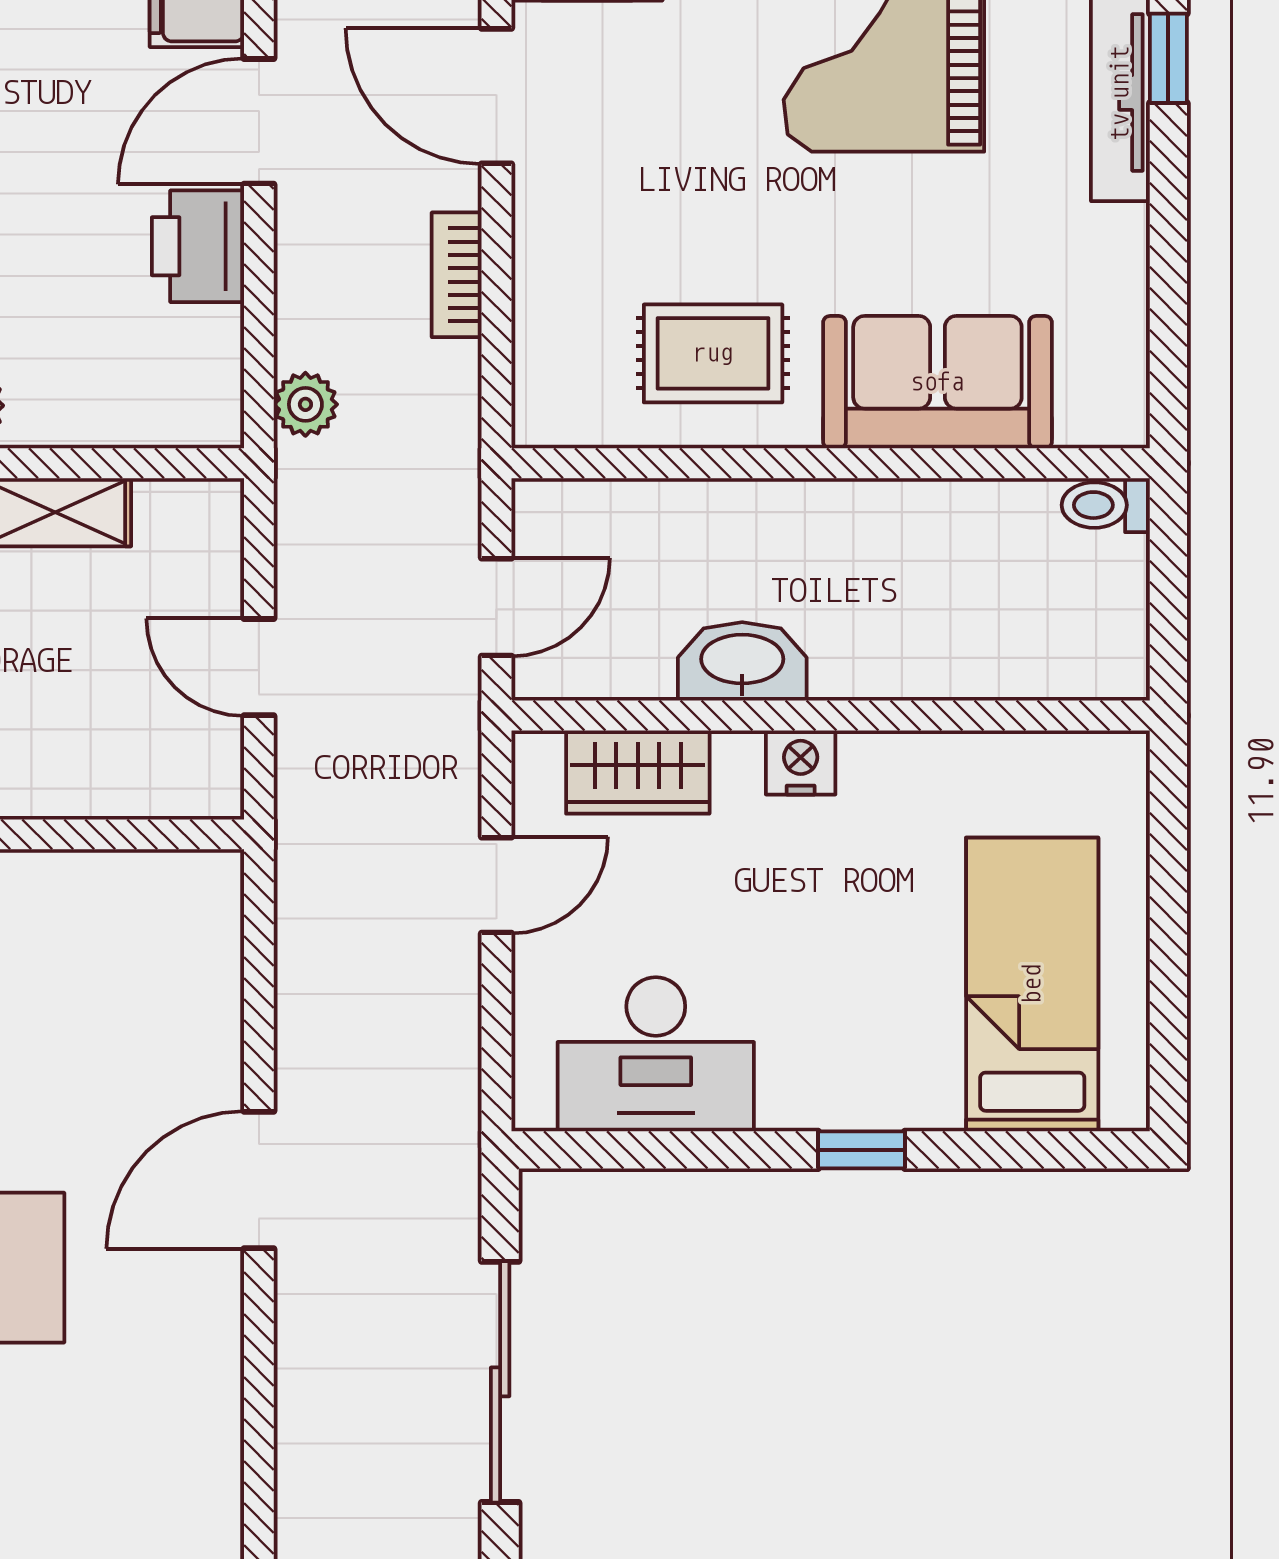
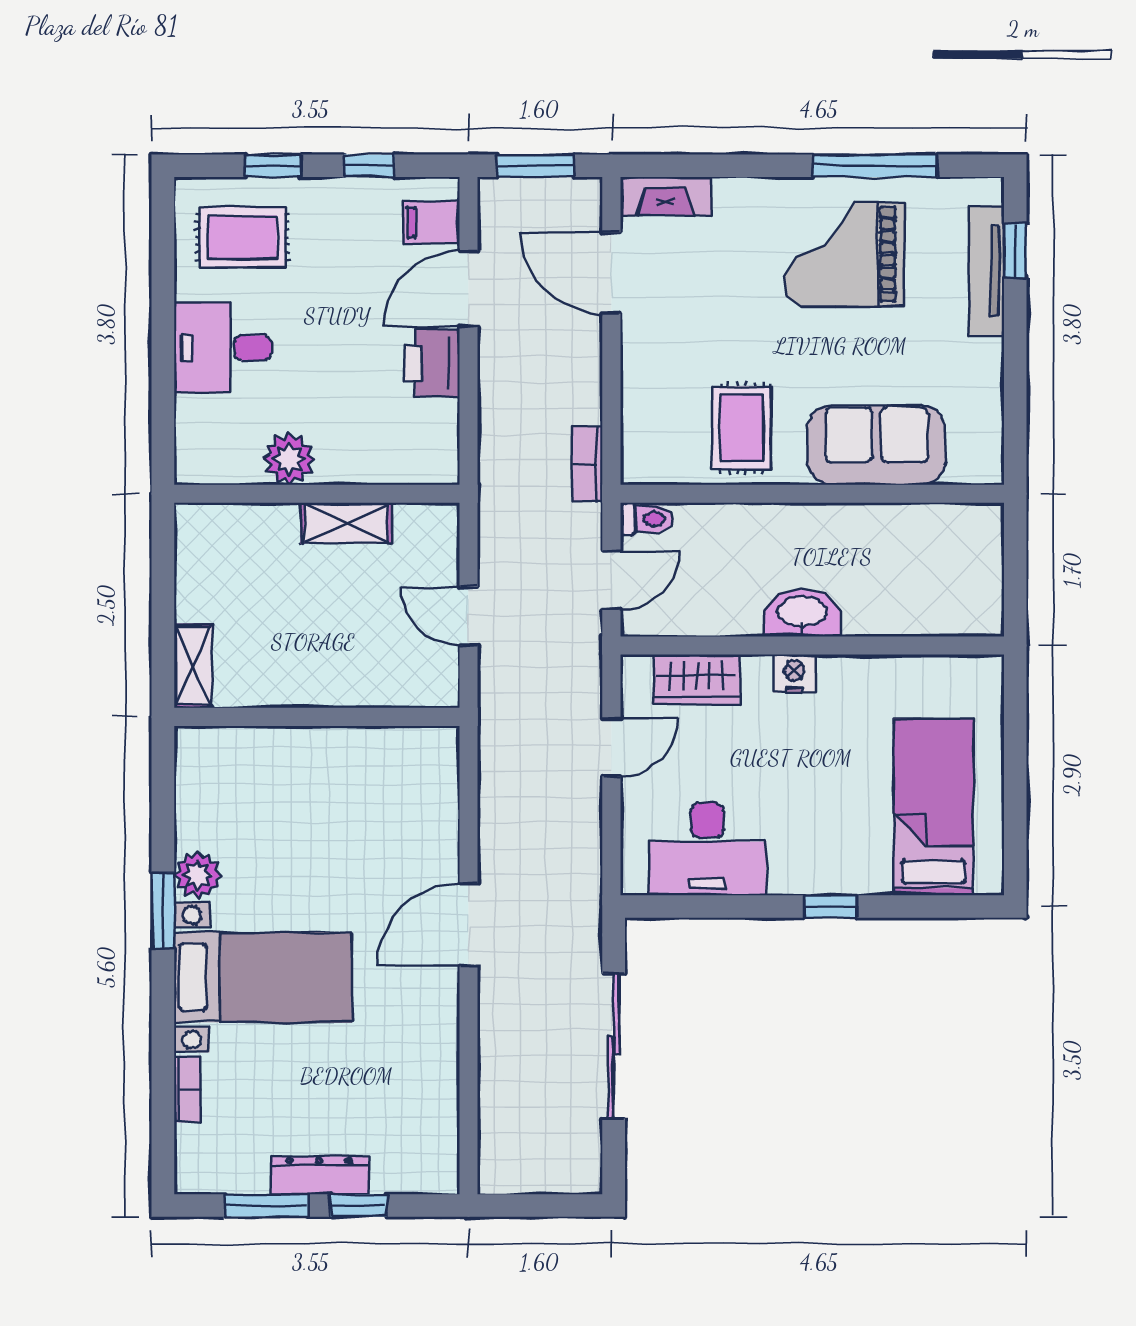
bookcase: (457, 275) -> (587, 464), moved
rug: (713, 353) -> (742, 428), turned 90
plant: (305, 404) -> (497, 458), removed
toilet: (1106, 505) -> (647, 519), moved, turned 180
washbasin: (742, 661) -> (802, 613), moved

